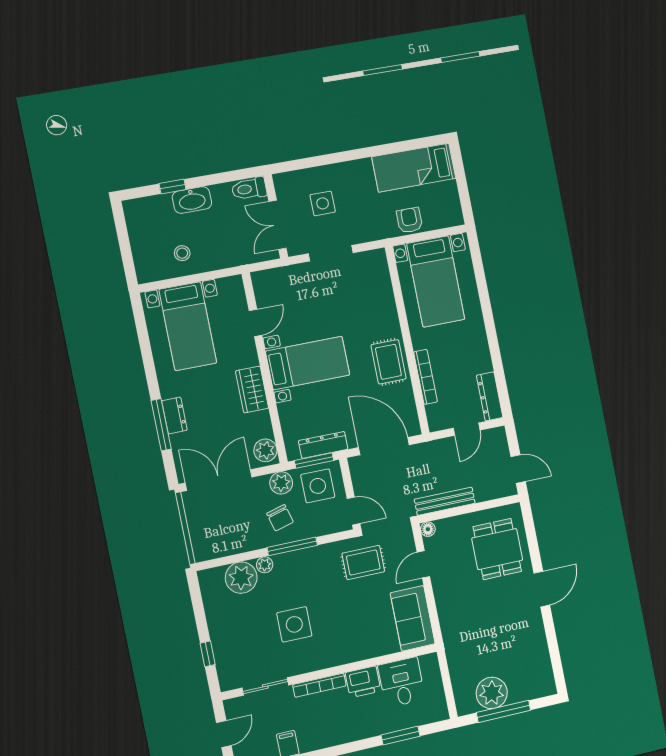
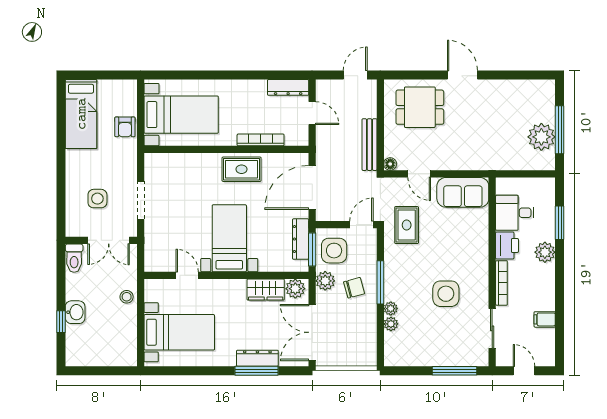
washbasin: (192, 200) -> (75, 312), width x0.72
armchair: (409, 220) -> (125, 127), turned -90
stool: (182, 253) -> (127, 297), moved
wardrobe: (252, 390) -> (266, 290), moved
dresser: (174, 415) -> (257, 358), width x1.44
plant: (241, 578) -> (391, 324), width x0.53, depth x0.53
window: (208, 654) -> (454, 371), width x2.17
plant: (364, 727) -> (545, 252), added

